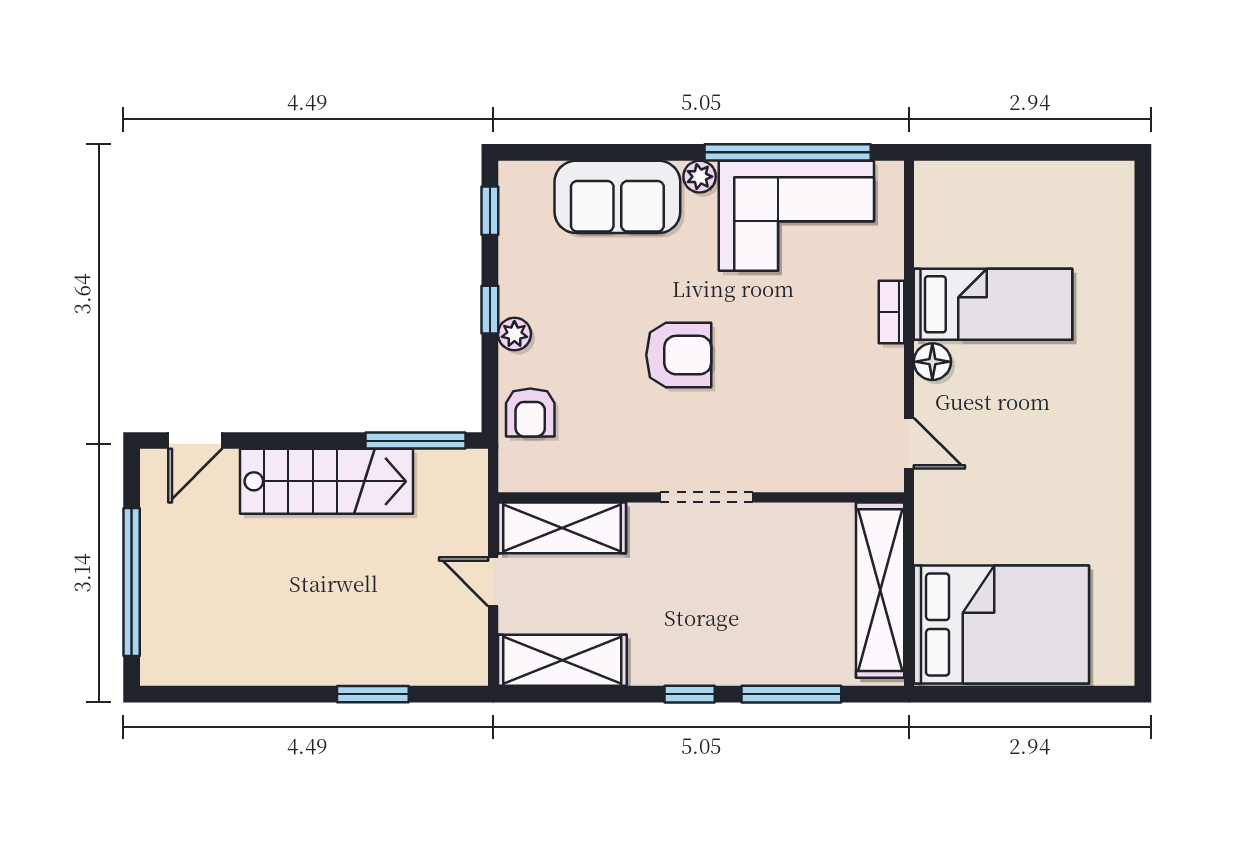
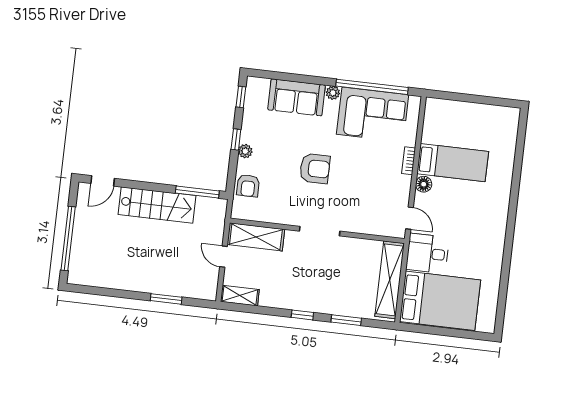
desk: (960, 519) -> (428, 253), added
shelving: (562, 660) -> (240, 296), width x0.67, depth x0.75
window: (791, 694) -> (346, 320), width x0.69

